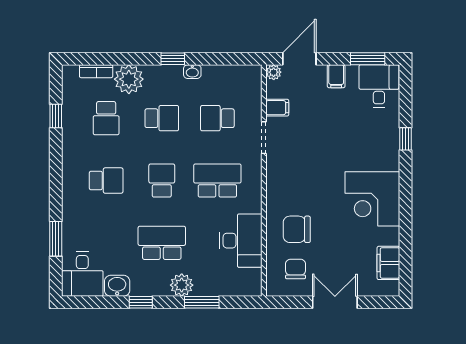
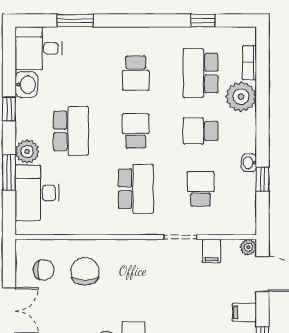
window: (173, 59) -> (262, 179), moved
school desk: (106, 118) -> (201, 73), width x1.85
school desk: (162, 118) -> (201, 131), turned 90
school desk: (162, 181) -> (136, 131), turned -90
desk: (241, 241) -> (37, 193), moved, turned 90

